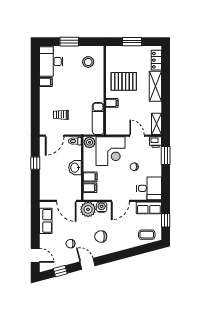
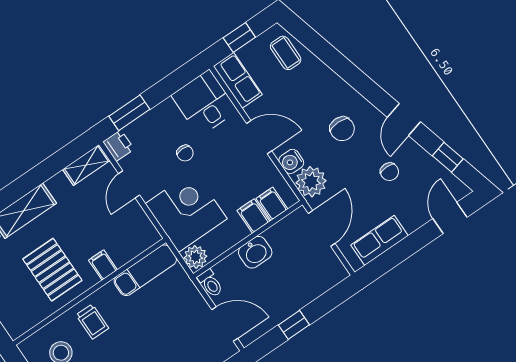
trolley: (61, 115) -> (92, 322), moved

